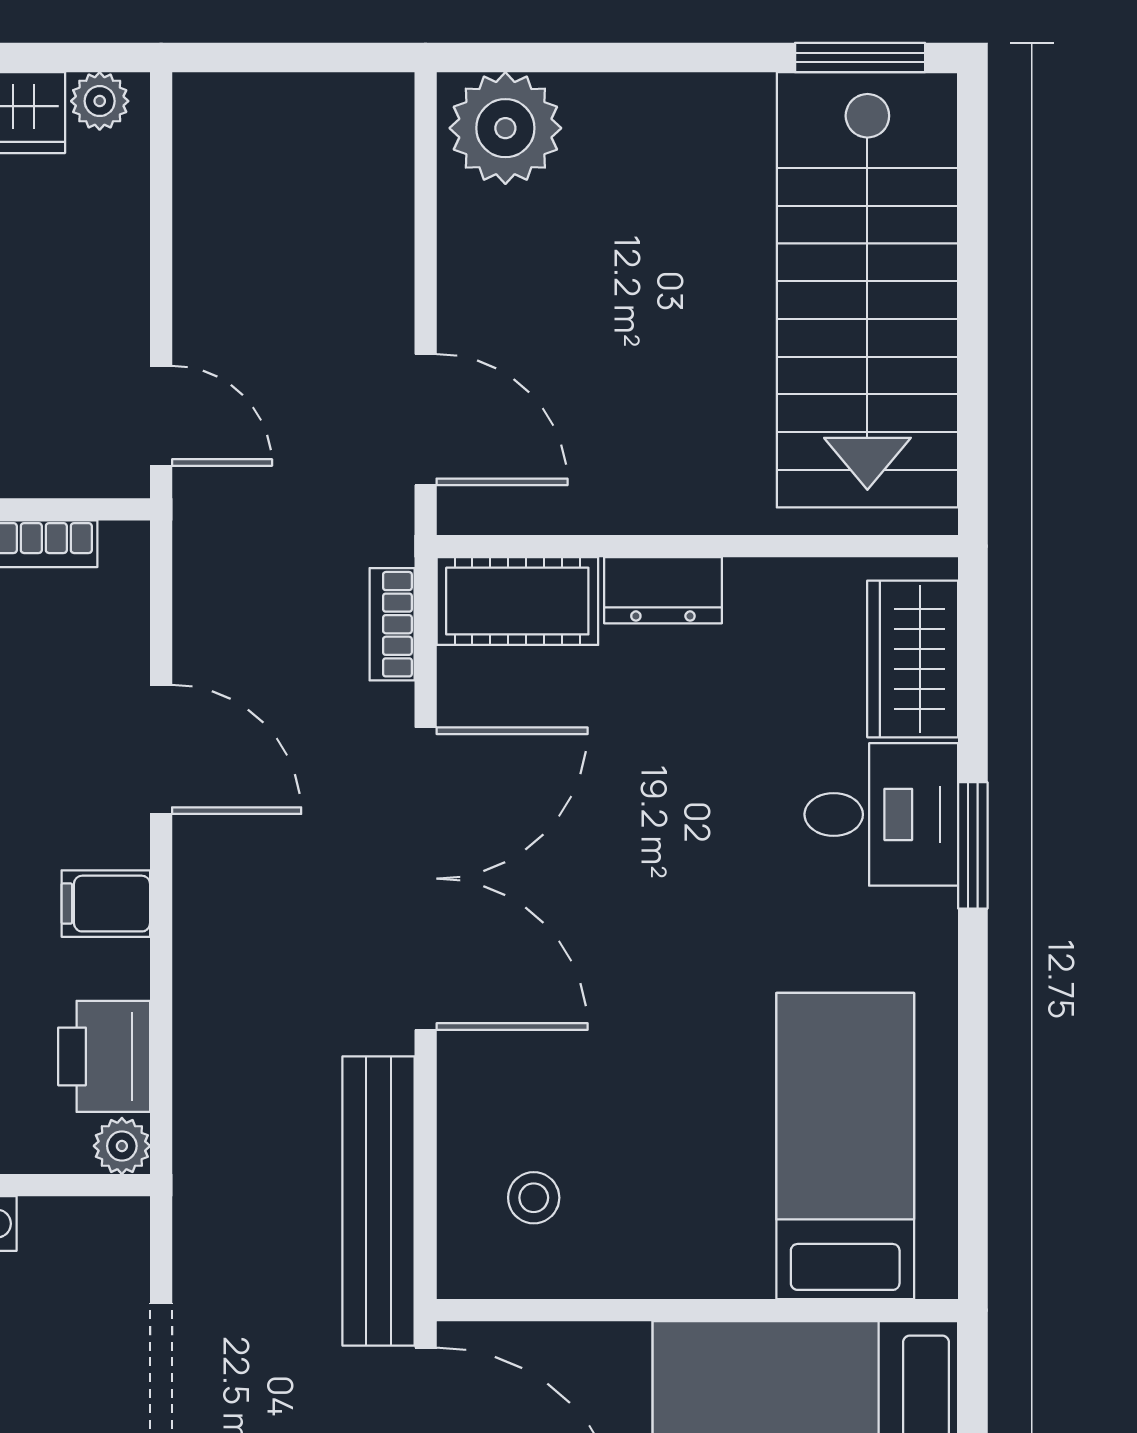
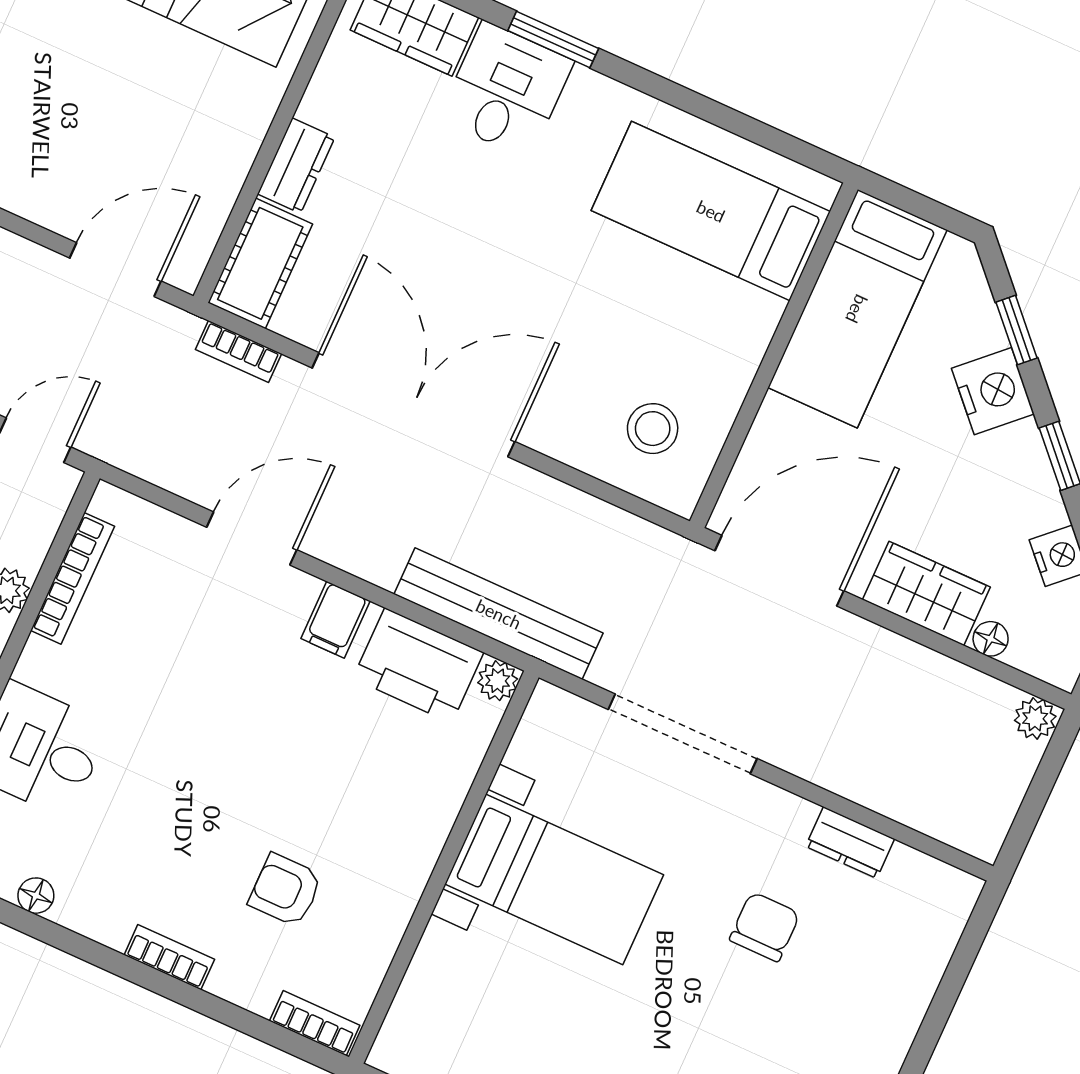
printer: (104, 1056) -> (418, 666), width x1.37, depth x1.19
stool: (534, 1198) -> (653, 429), width x1.37, depth x1.37
bench: (379, 1201) -> (499, 614), moved

